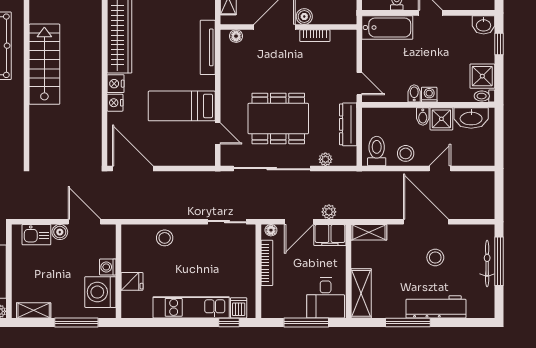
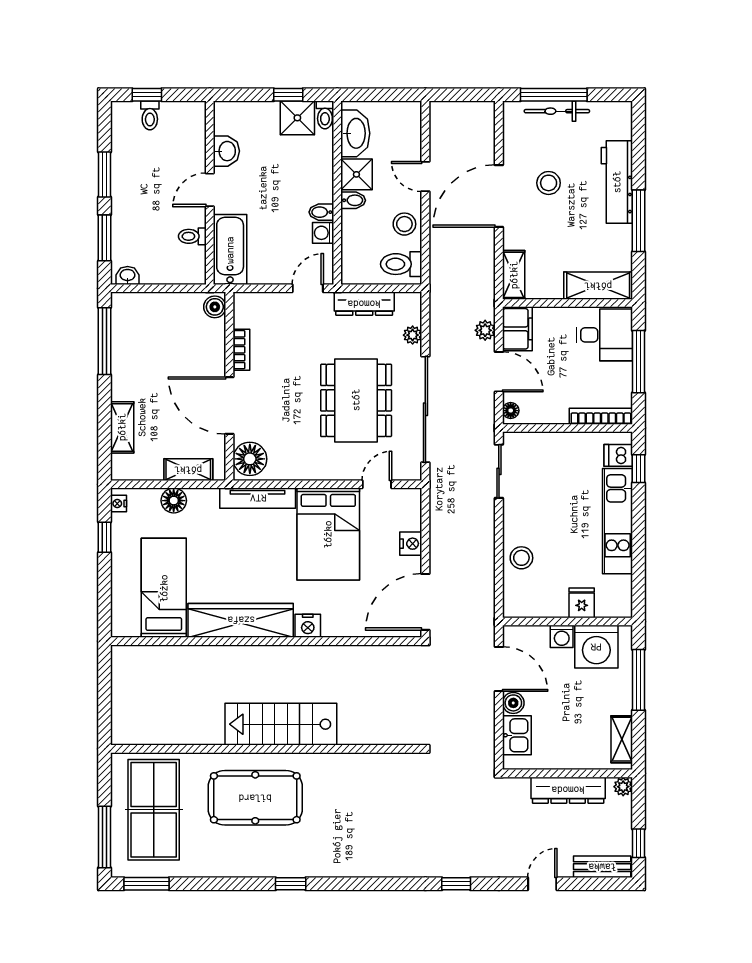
boiler: (304, 17) -> (215, 307), moved
washbasin: (484, 25) -> (226, 151), moved
floor lamp: (236, 36) -> (250, 459), width x1.89, depth x1.89
window: (499, 44) -> (288, 95), moved
washing machine: (429, 95) -> (323, 233), moved
nightstand: (115, 103) -> (411, 544), moved, turned -90
bed: (182, 106) -> (328, 534), width x1.50
door: (84, 222) -> (499, 669), swing flipped
bookcase: (267, 263) -> (601, 416), moved

